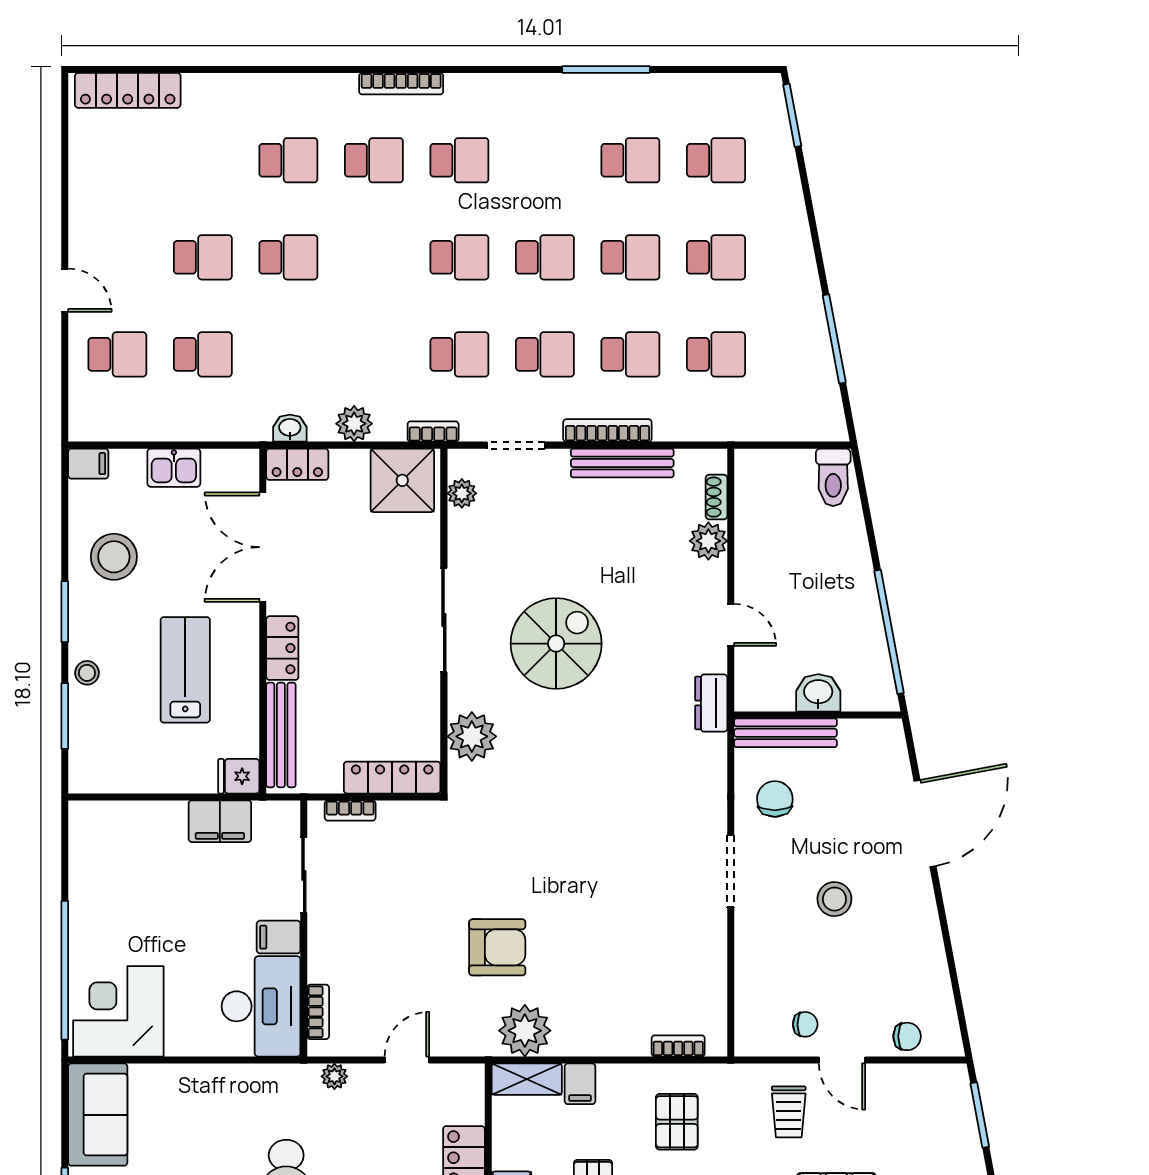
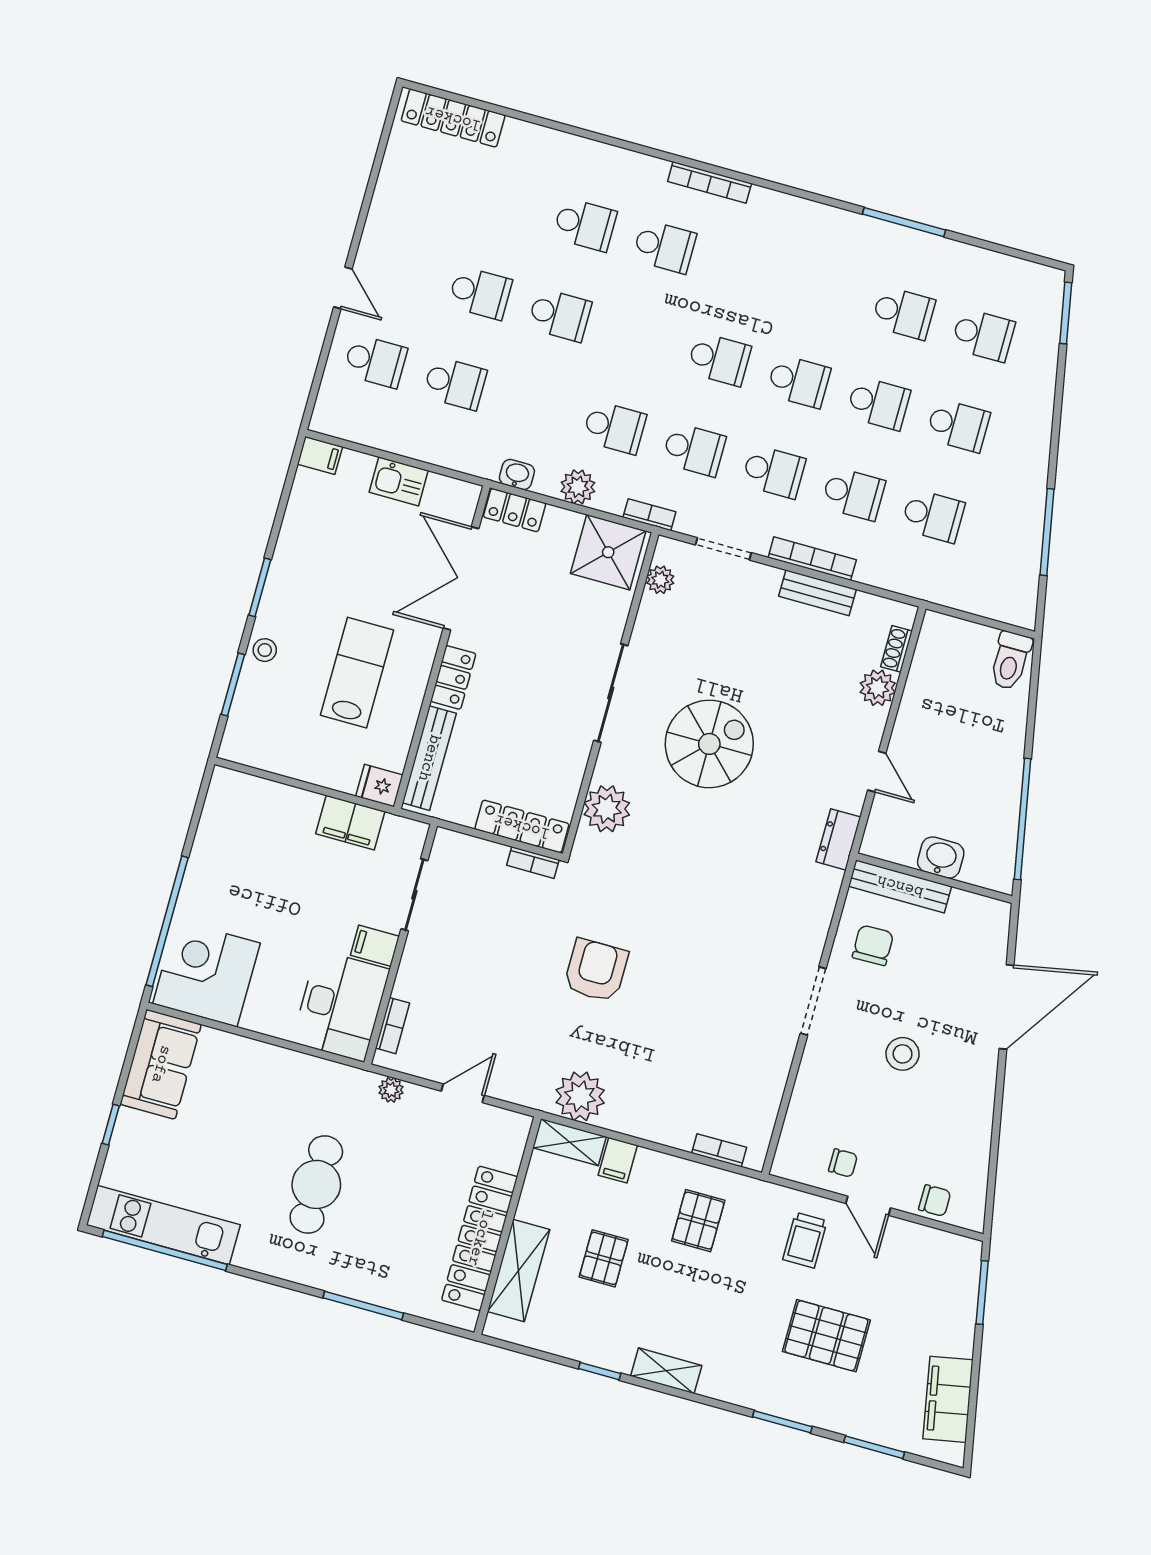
school desk: (459, 160) -> (614, 428), moved
bench: (622, 463) -> (818, 593), width x0.73
stool: (114, 557) -> (320, 549), removed
bookcase: (350, 811) -> (533, 863), moved
armchair: (497, 947) -> (596, 970), moved, turned -90

